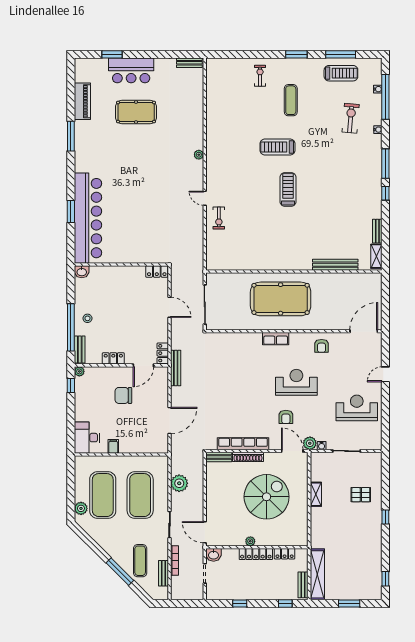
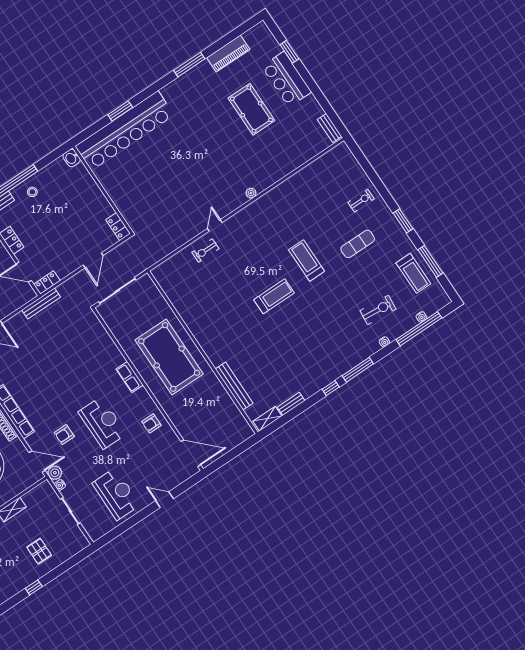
door: (292, 451) -> (37, 461), hinge flipped

